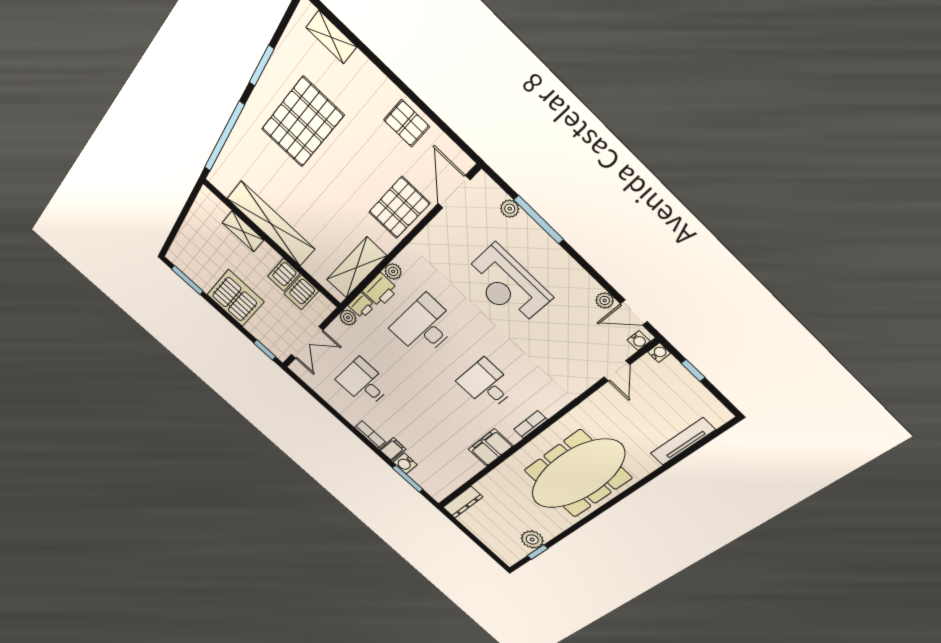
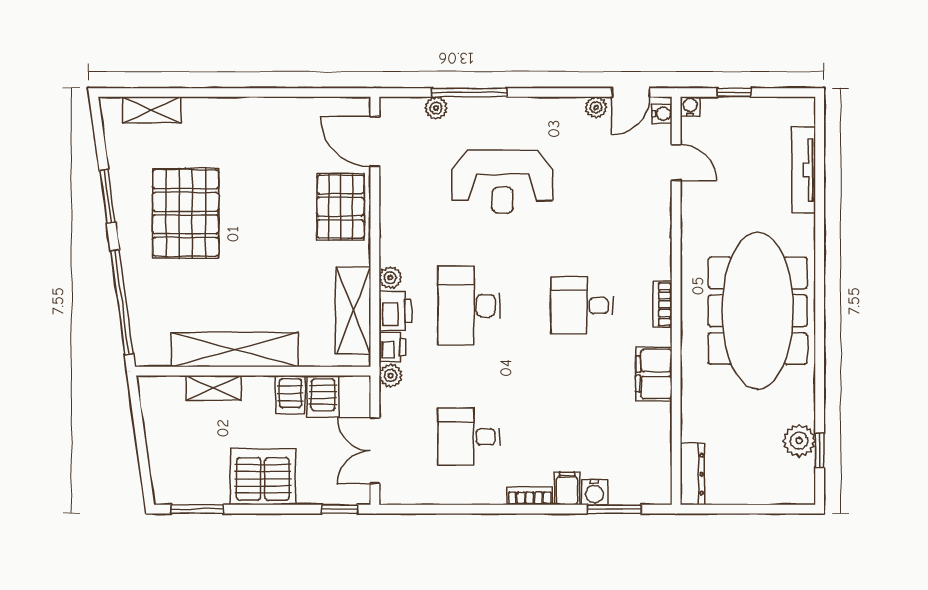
pallet: (407, 123) -> (280, 121), removed
double door: (307, 342) -> (375, 451), swing flipped

